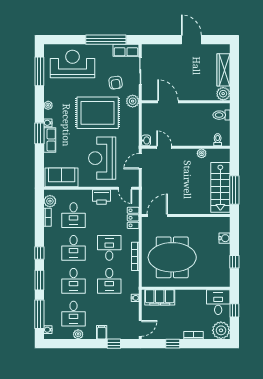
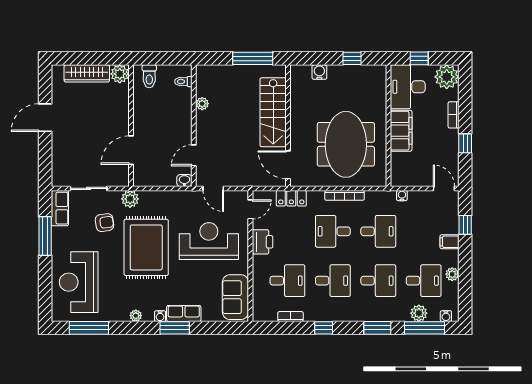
window: (106, 40) -> (45, 236), width x0.68
reception desk: (102, 158) -> (209, 241), turned 180
stairs: (220, 187) -> (273, 112), moved, turned 90
plant: (50, 201) -> (419, 313), moved
window: (39, 253) -> (324, 328), moved
filing cabinet: (160, 297) -> (401, 131), moved
desk: (218, 302) -> (408, 87), width x1.37

